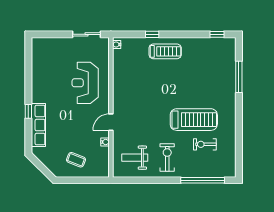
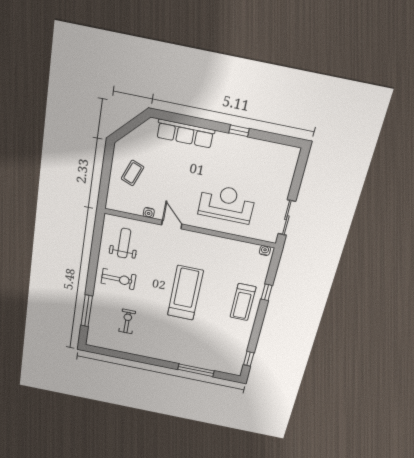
window: (28, 111) -> (239, 131), moved
treadmill: (194, 120) -> (185, 293), moved, turned 180
window: (203, 180) -> (87, 311), width x0.68

